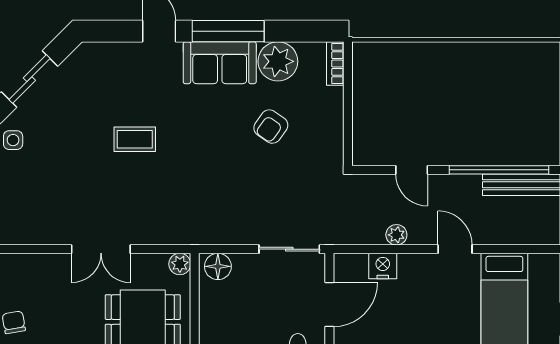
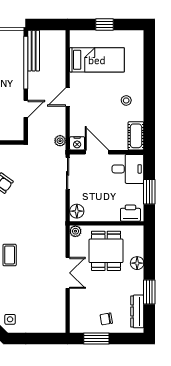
plant: (396, 235) -> (60, 141), moved
door: (455, 249) -> (68, 97), moved
nightstand: (383, 266) -> (77, 143), moved, turned -90

